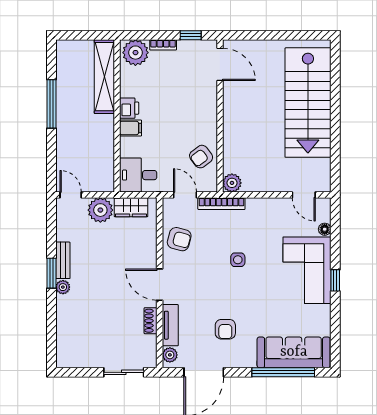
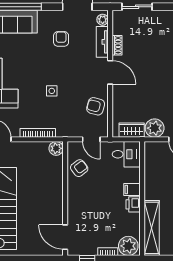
bookcase: (221, 204) -> (38, 133), moved

